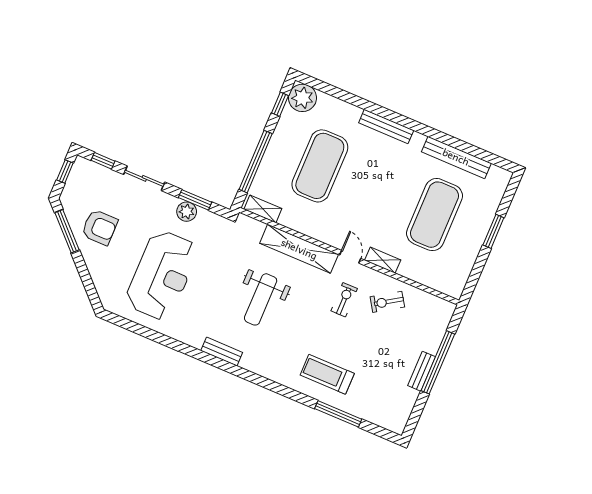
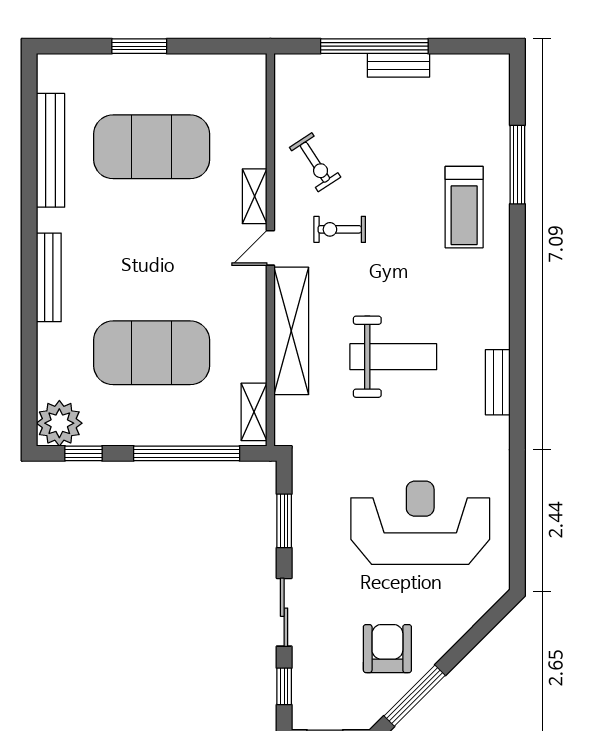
plant: (187, 212) -> (307, 526), removed

